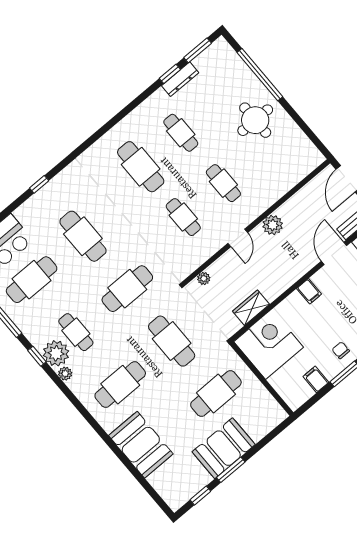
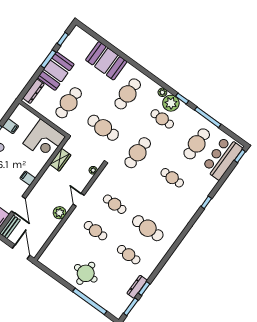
cafe table: (83, 236) -> (172, 178), width x0.73, depth x0.74
dresser: (266, 425) -> (33, 91), added

